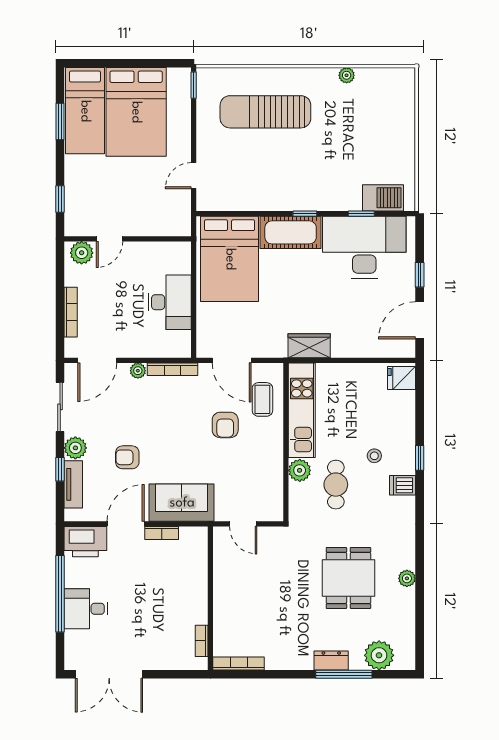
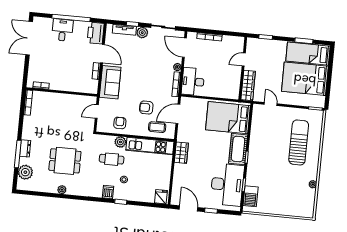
wardrobe: (161, 225) -> (248, 85), added
door: (109, 239) -> (244, 59), hinge flipped
plant: (82, 253) -> (238, 45), removed
desk: (170, 302) -> (193, 82), moved, turned 90
armchair: (127, 457) -> (120, 123), moved

